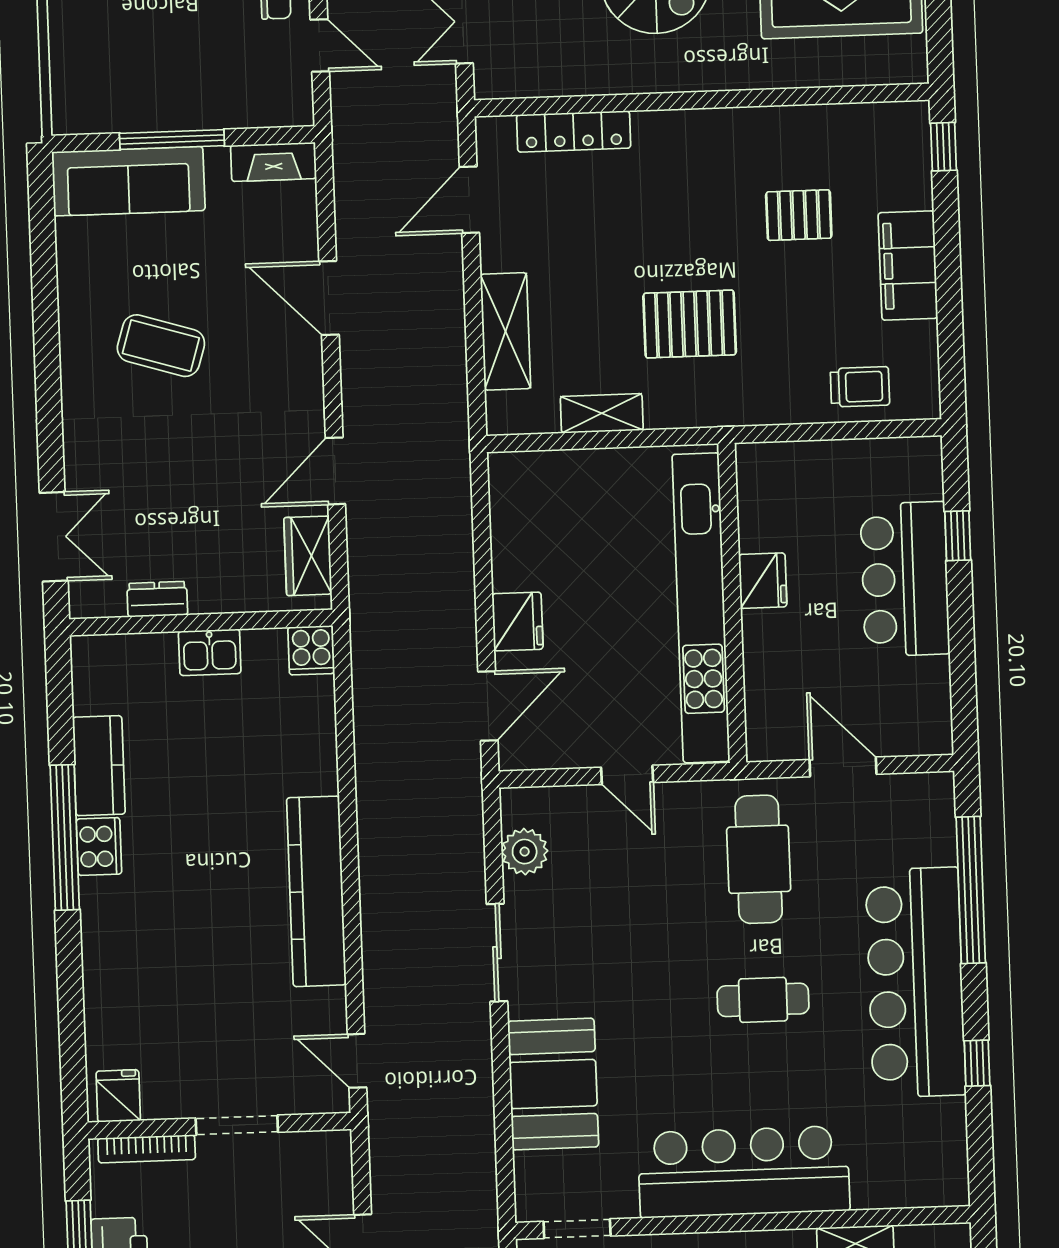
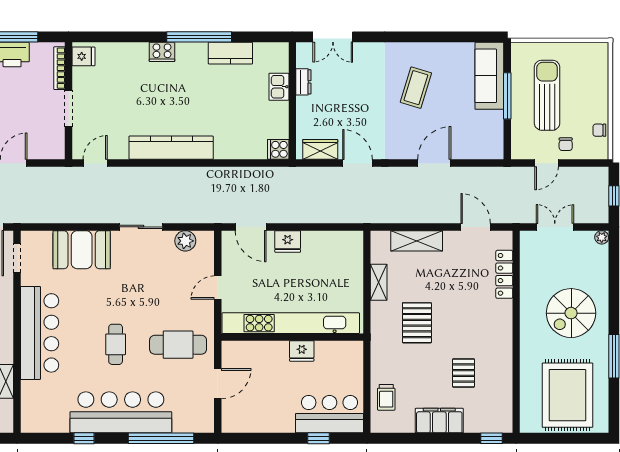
sun lounger: (167, 50) -> (547, 95), added
fireplace: (274, 162) -> (496, 141), removed
bar counter: (905, 579) -> (329, 414), moved
kitchen sink: (210, 652) -> (279, 87), moved
cooker: (99, 847) -> (162, 52), moved

